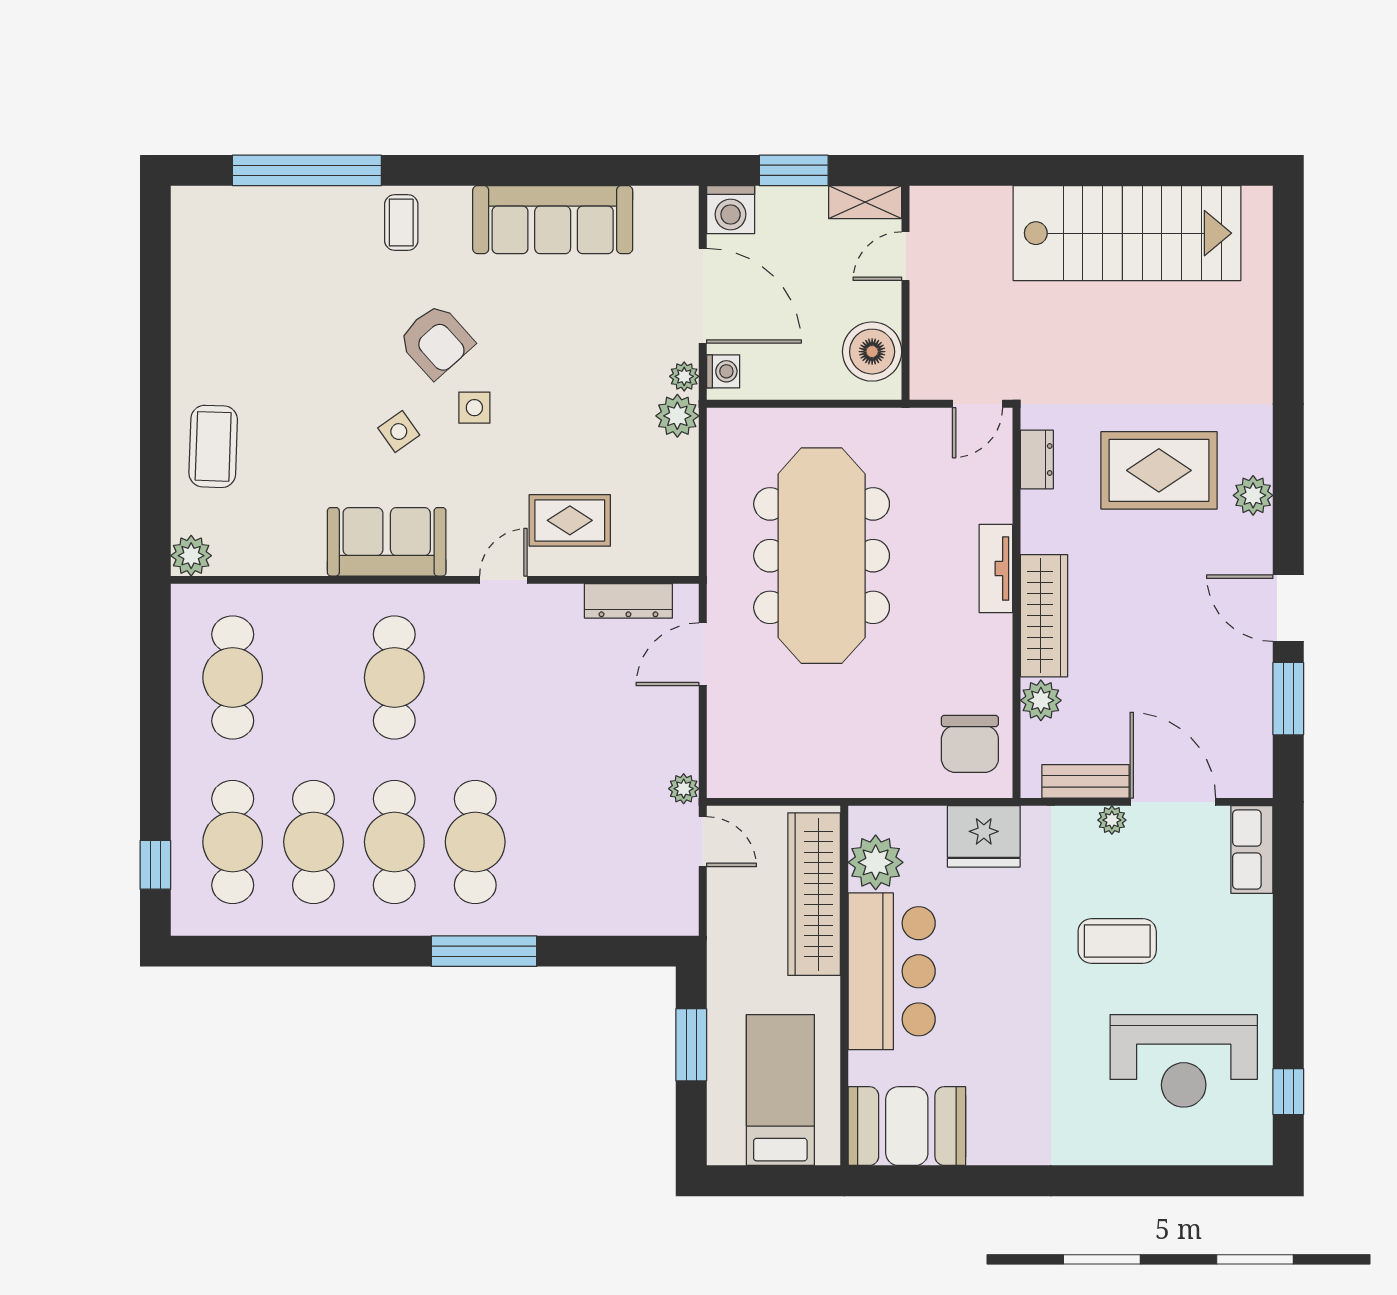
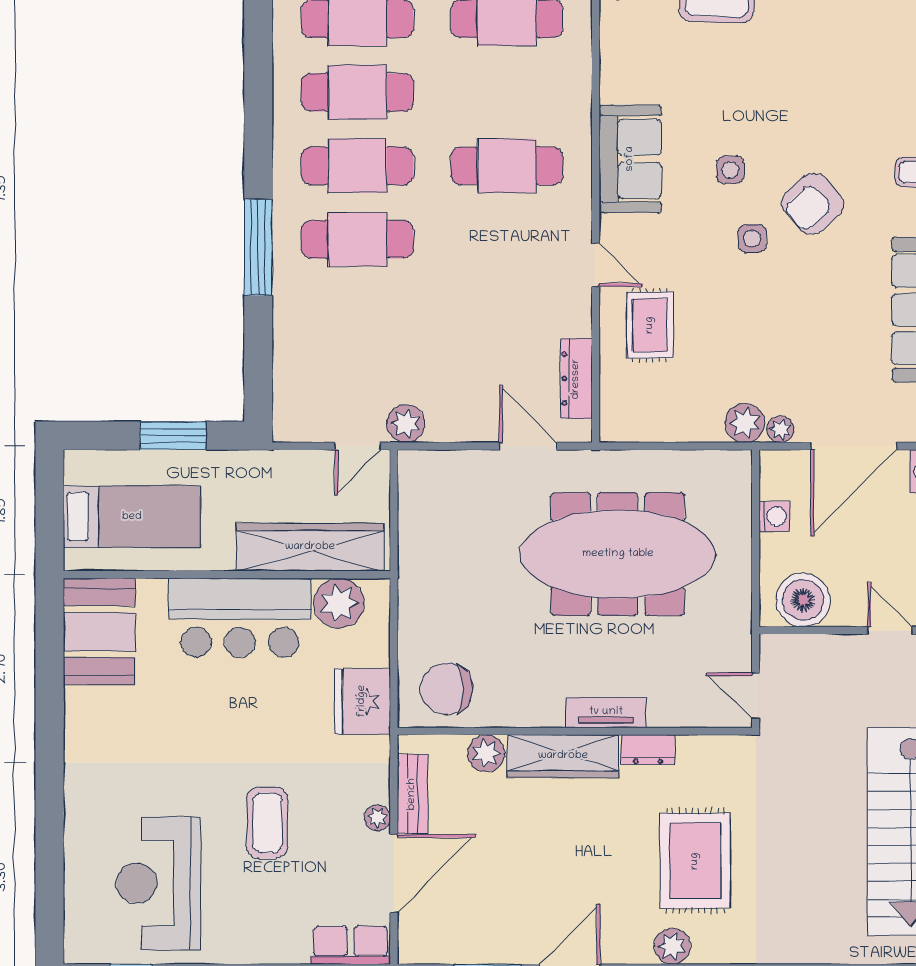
washing machine: (723, 371) -> (774, 517), moved, turned -90
side table: (399, 432) -> (730, 170), turned 35
dresser: (1037, 459) -> (648, 750), moved
plant: (684, 789) -> (406, 424), width x1.38, depth x1.38

